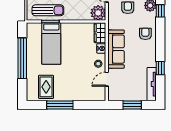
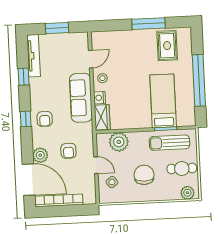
window: (160, 11) -> (26, 119), moved
plant: (98, 13) -> (119, 142), moved

